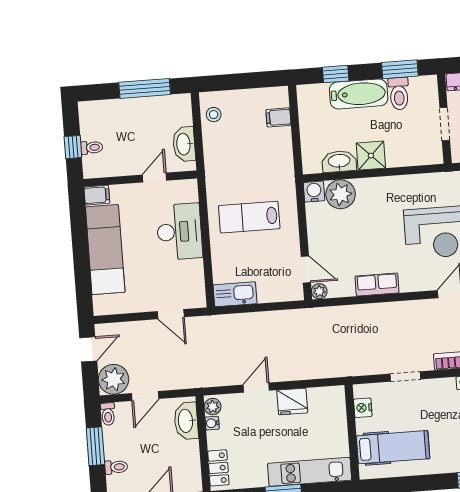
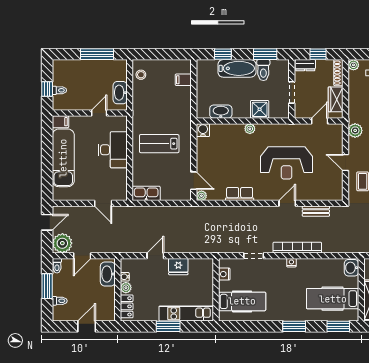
shower: (371, 156) -> (260, 109), moved
plant: (341, 194) -> (250, 129), moved, width x0.53, depth x0.53
plant: (213, 407) -> (126, 288), moved

